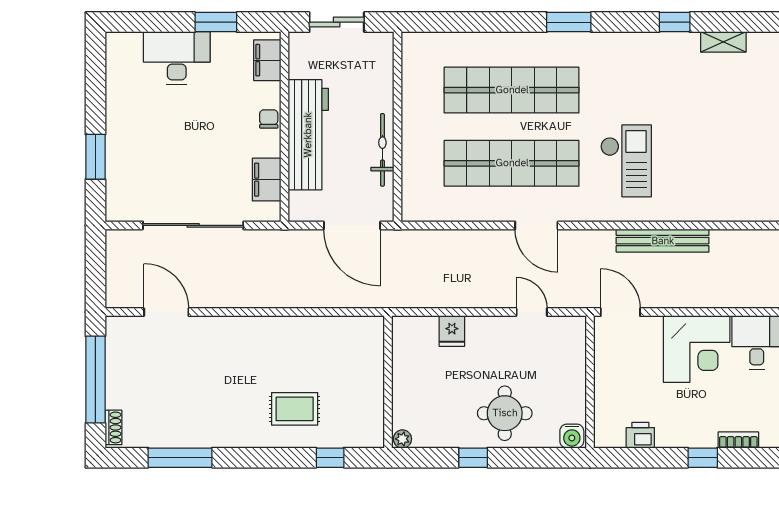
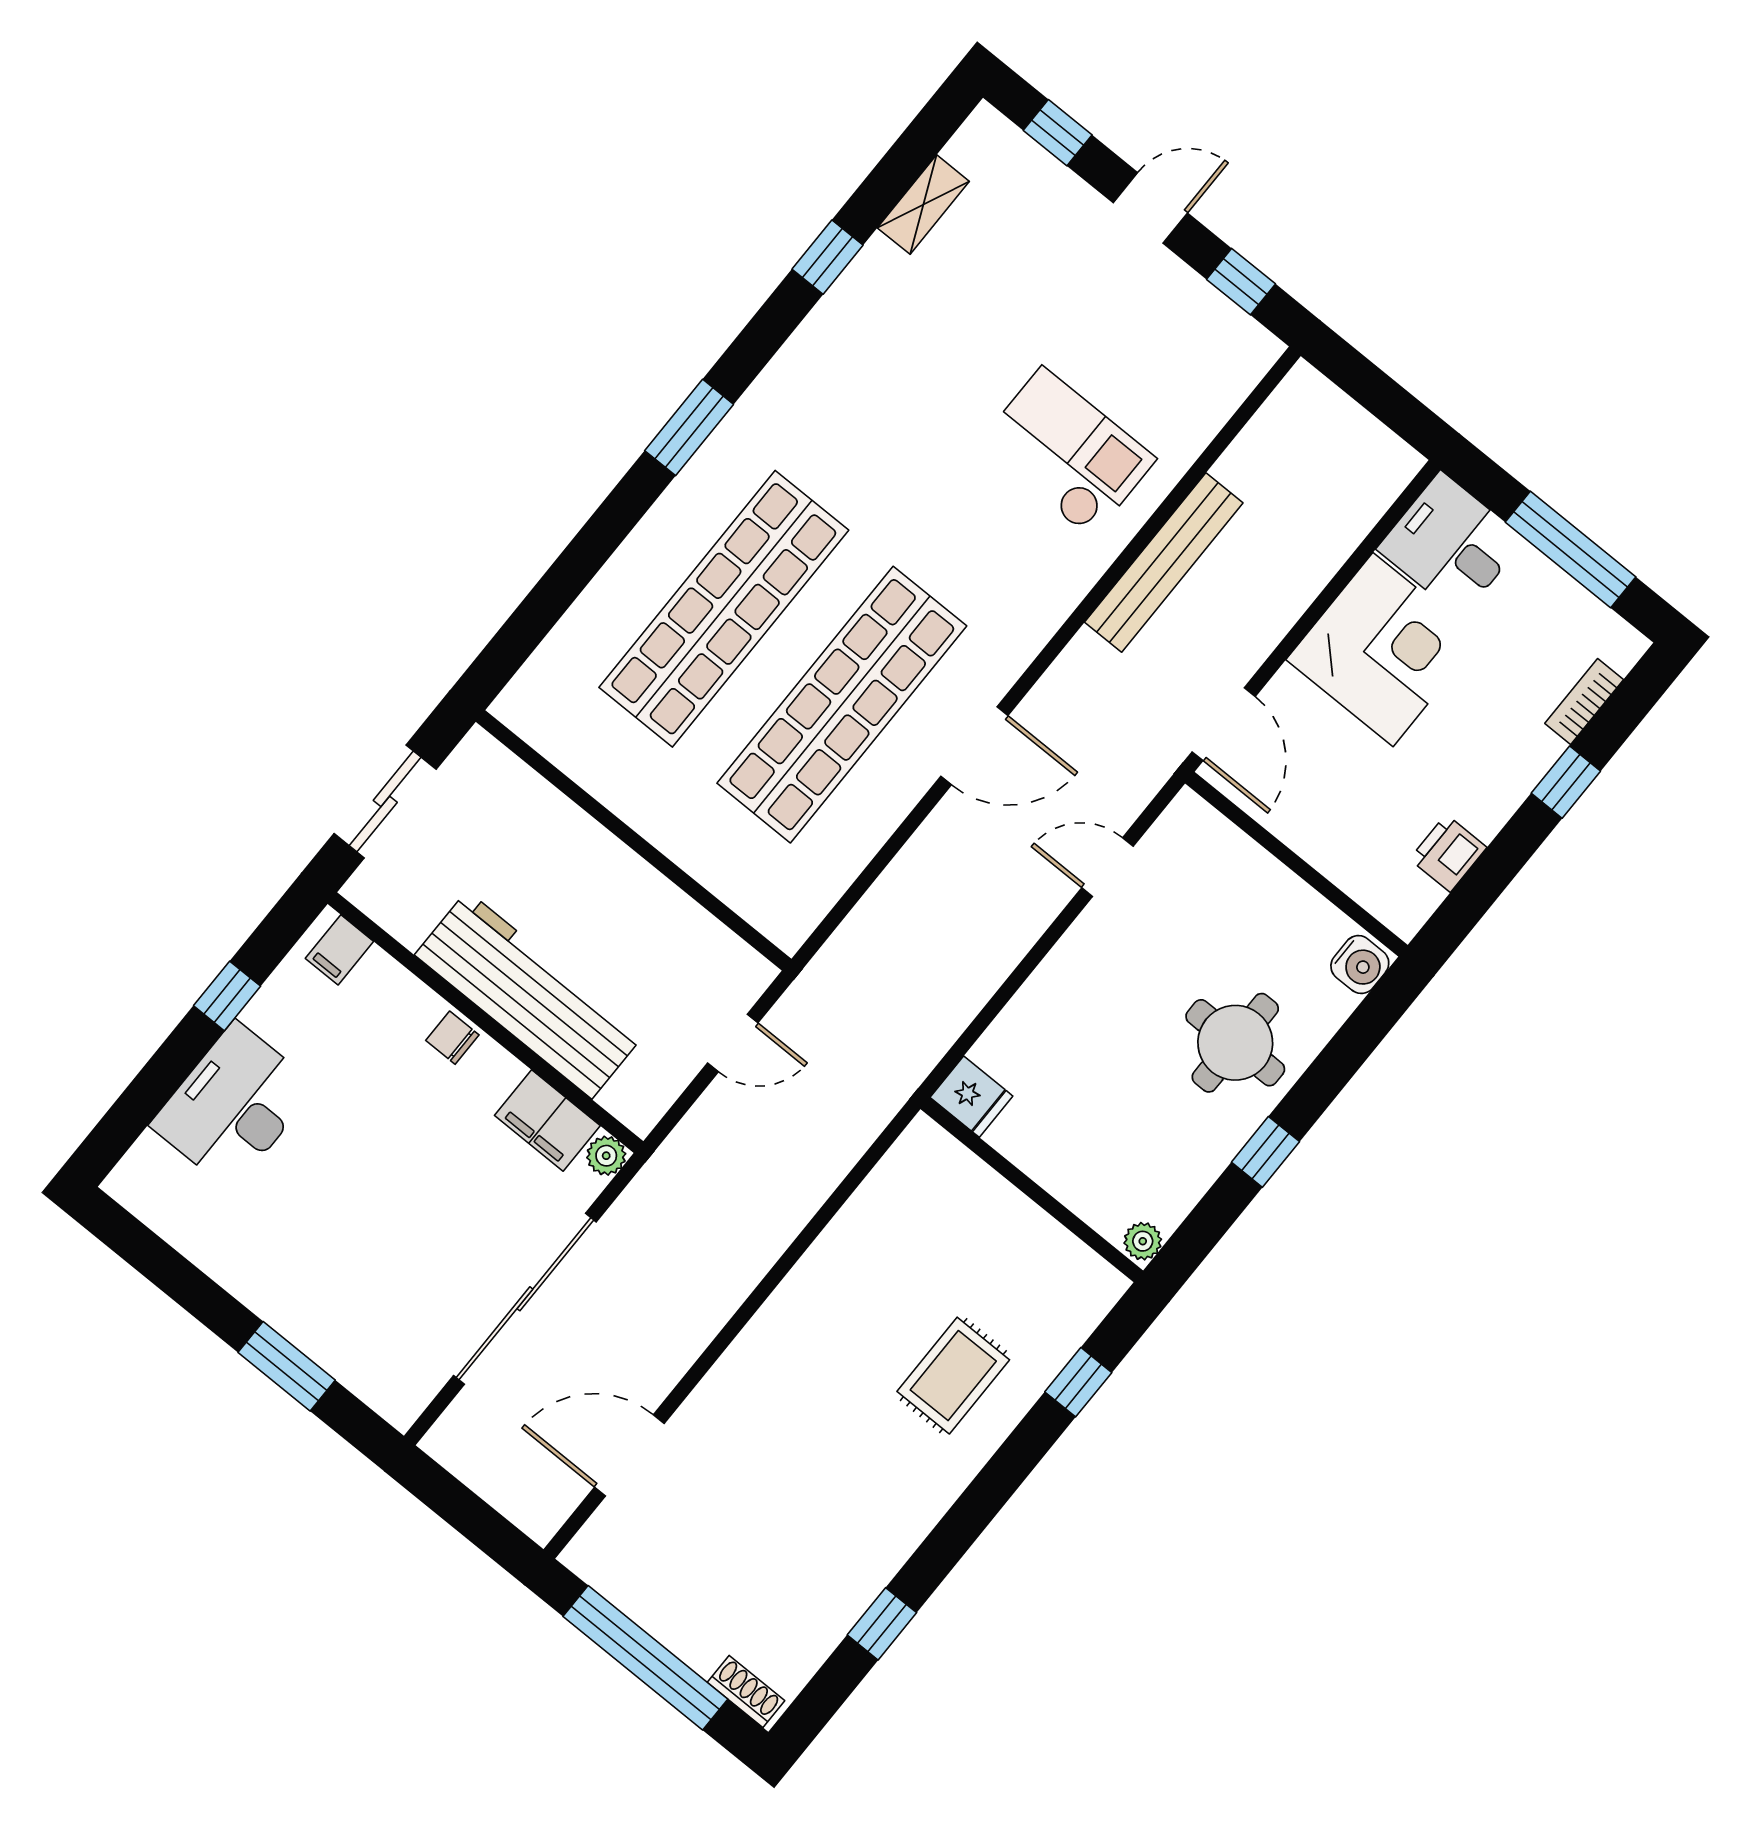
window: (216, 22) -> (227, 996), width x0.67
filing cabinet: (267, 60) -> (339, 950), width x0.50
bicycle: (382, 150) -> (651, 895), removed
checkout: (626, 161) -> (1067, 452), moved
plant: (271, 212) -> (606, 1156), added
door: (352, 225) -> (733, 1043), width x0.53
door: (620, 312) -> (1224, 724), swing flipped
fridge: (452, 331) -> (971, 1097), moved
window: (180, 458) -> (882, 1624), width x0.46

